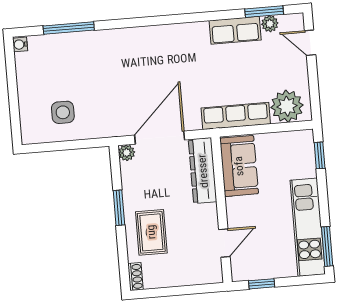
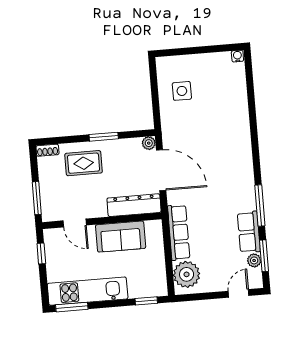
window: (69, 28) -> (260, 206), moved
sofa: (239, 166) -> (121, 237), moved
window: (194, 289) -> (37, 198), added

